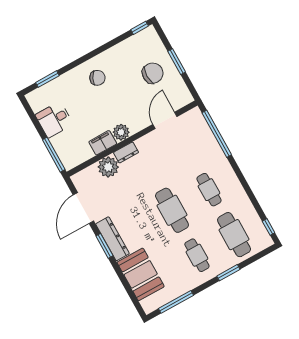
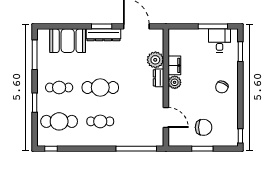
chair: (153, 73) -> (204, 127), turned -90
desk: (54, 120) -> (220, 41), moved
window: (54, 155) -> (213, 26), moved

